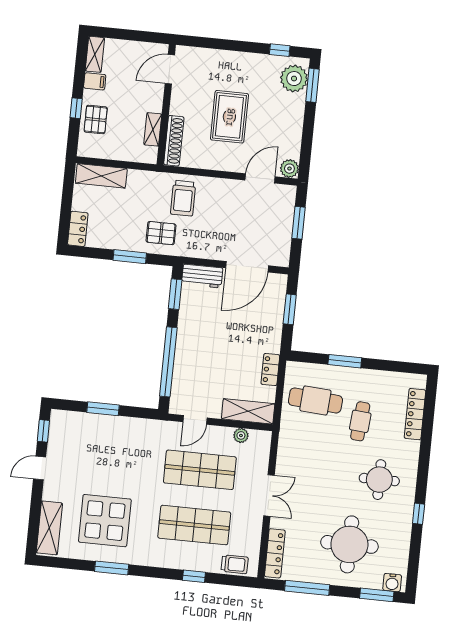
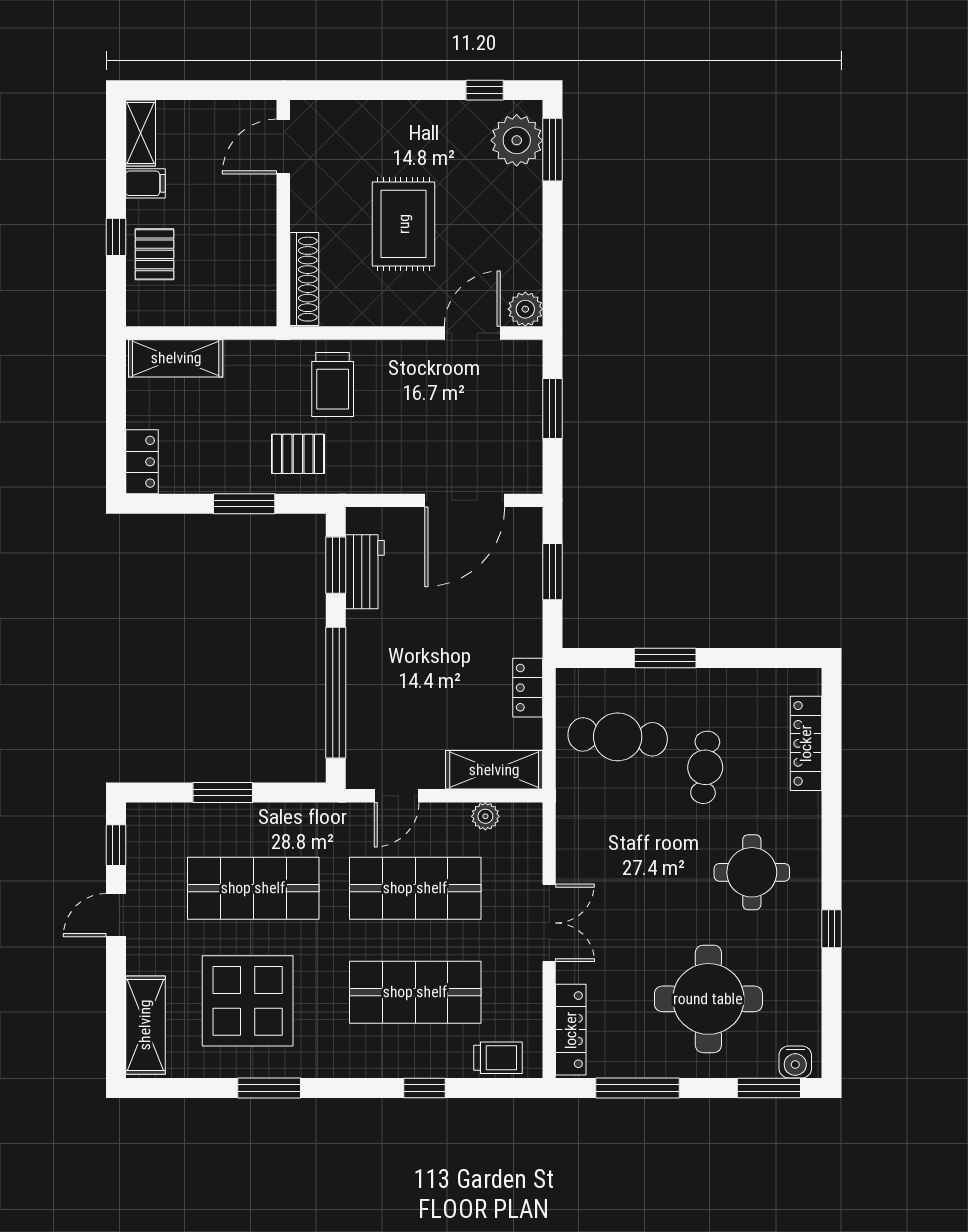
shelving: (153, 129) -> (263, 262), removed
workbench: (202, 276) -> (365, 572), moved, turned -90
shop shelf: (114, 461) -> (253, 888), added

